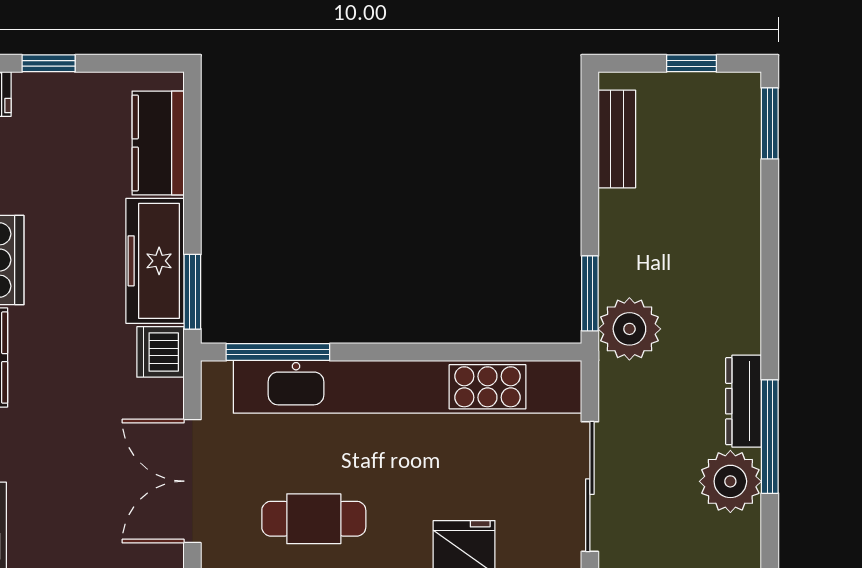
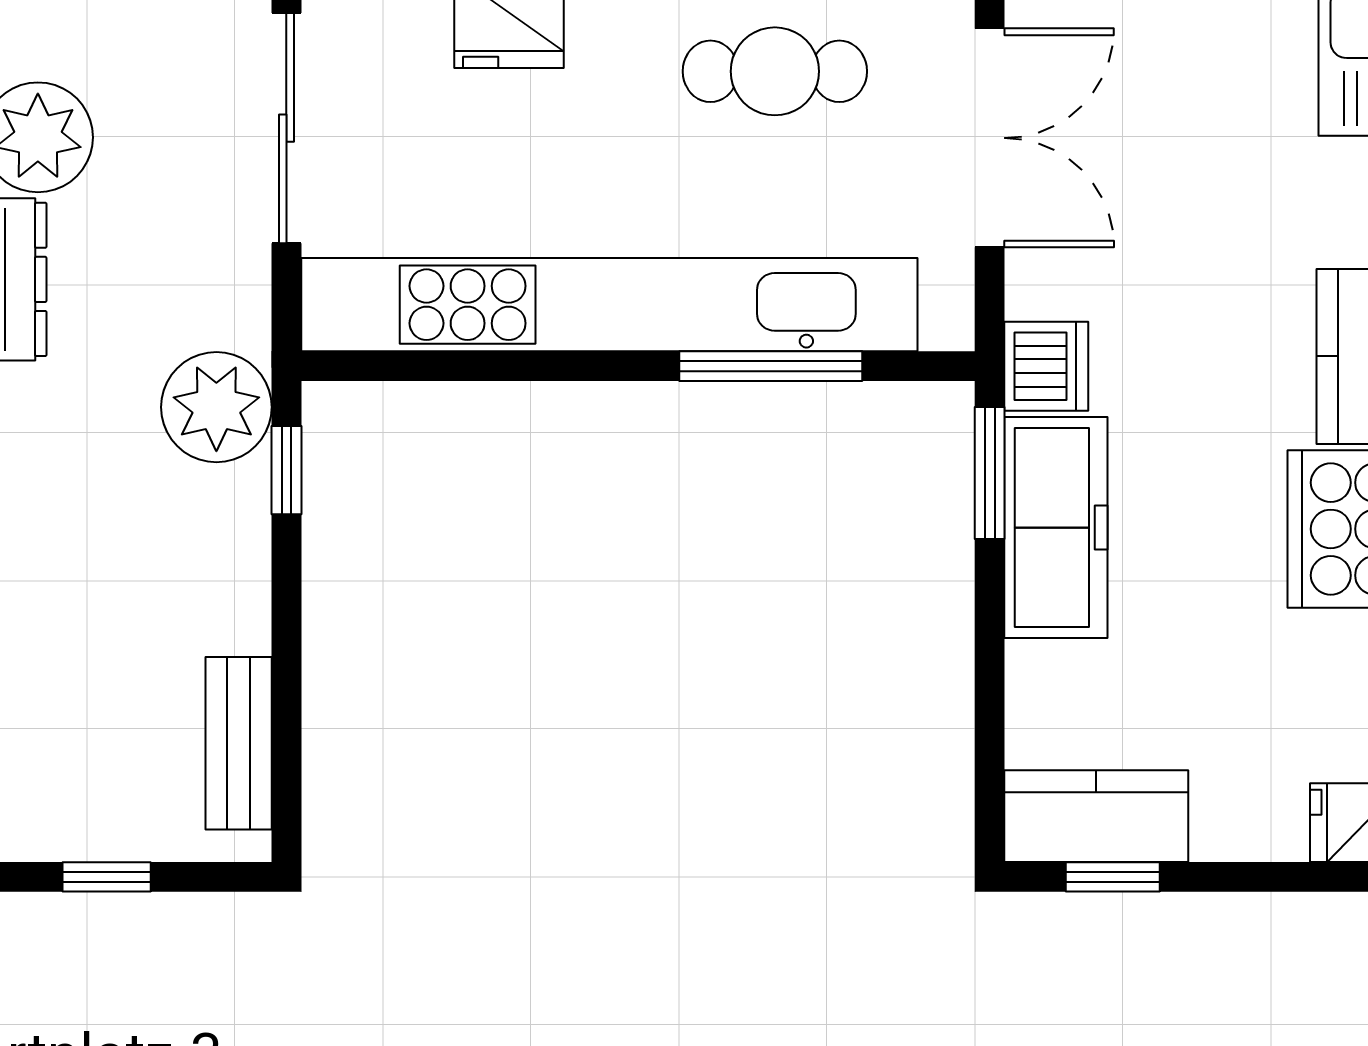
window: (49, 63) -> (1113, 877), moved
kitchen counter: (158, 143) -> (1096, 816), moved, turned -90
window: (590, 293) -> (286, 470), width x0.67
window: (278, 352) -> (771, 366), moved

